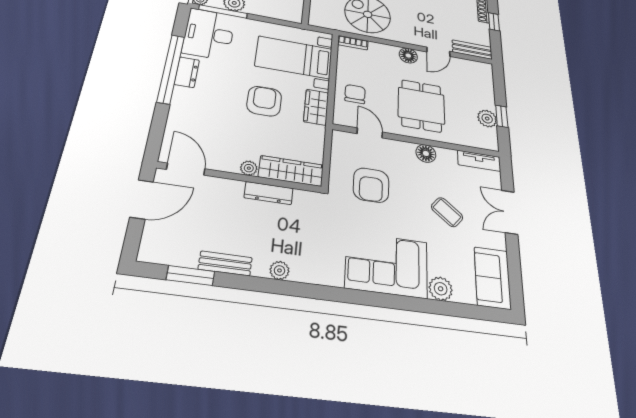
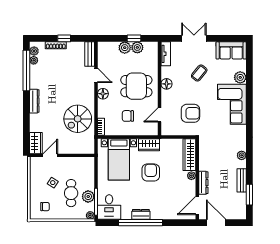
desk: (209, 34) -> (109, 207), width x0.73
chair: (355, 94) -> (128, 116), moved
plant: (486, 100) -> (125, 48), added
armchair: (264, 101) -> (151, 172), turned 90
dresser: (269, 193) -> (203, 183), moved
double door: (510, 212) -> (194, 38), swing flipped

